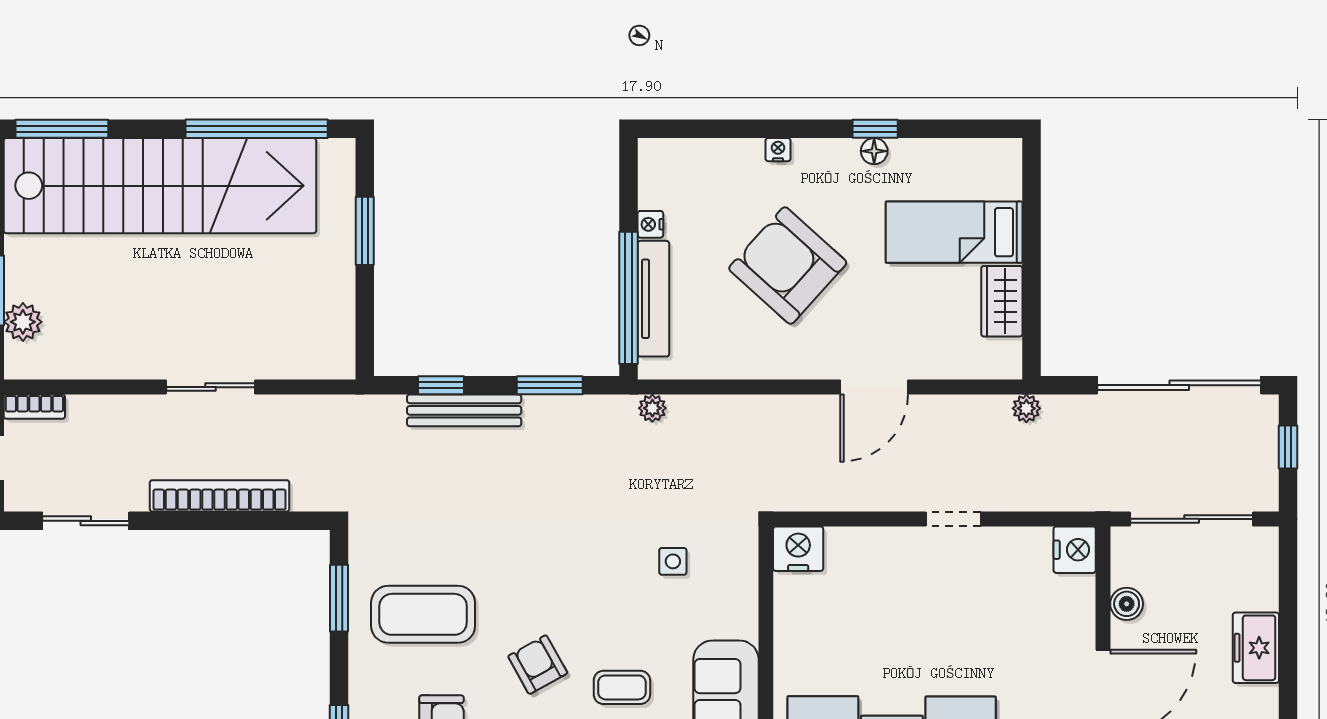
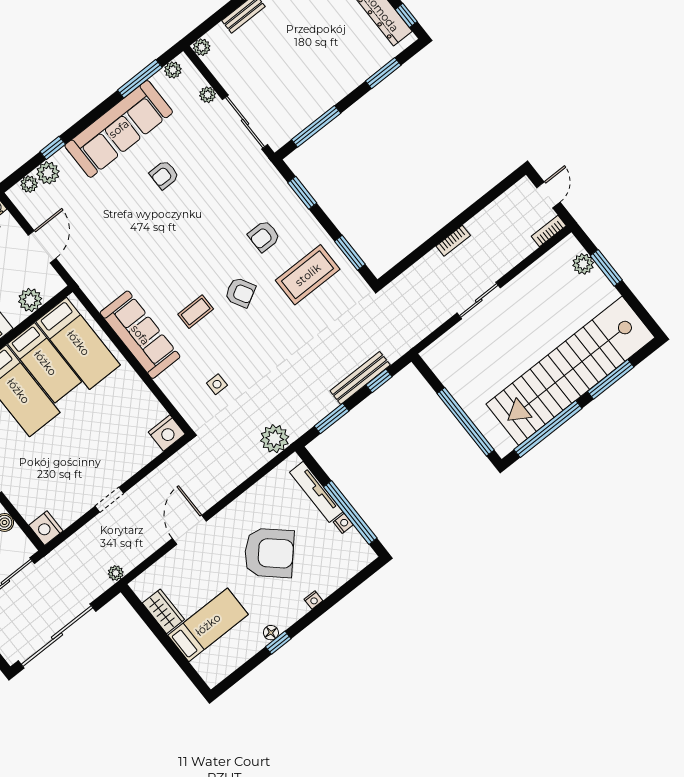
window: (62, 129) -> (611, 379), moved
window: (365, 231) -> (466, 422), width x2.11
window: (628, 298) -> (350, 512), moved
plant: (652, 408) -> (275, 439), width x1.88, depth x1.88
bookcase: (220, 496) -> (453, 241), width x0.43, depth x0.76
sliding door: (86, 521) -> (487, 199), removed

